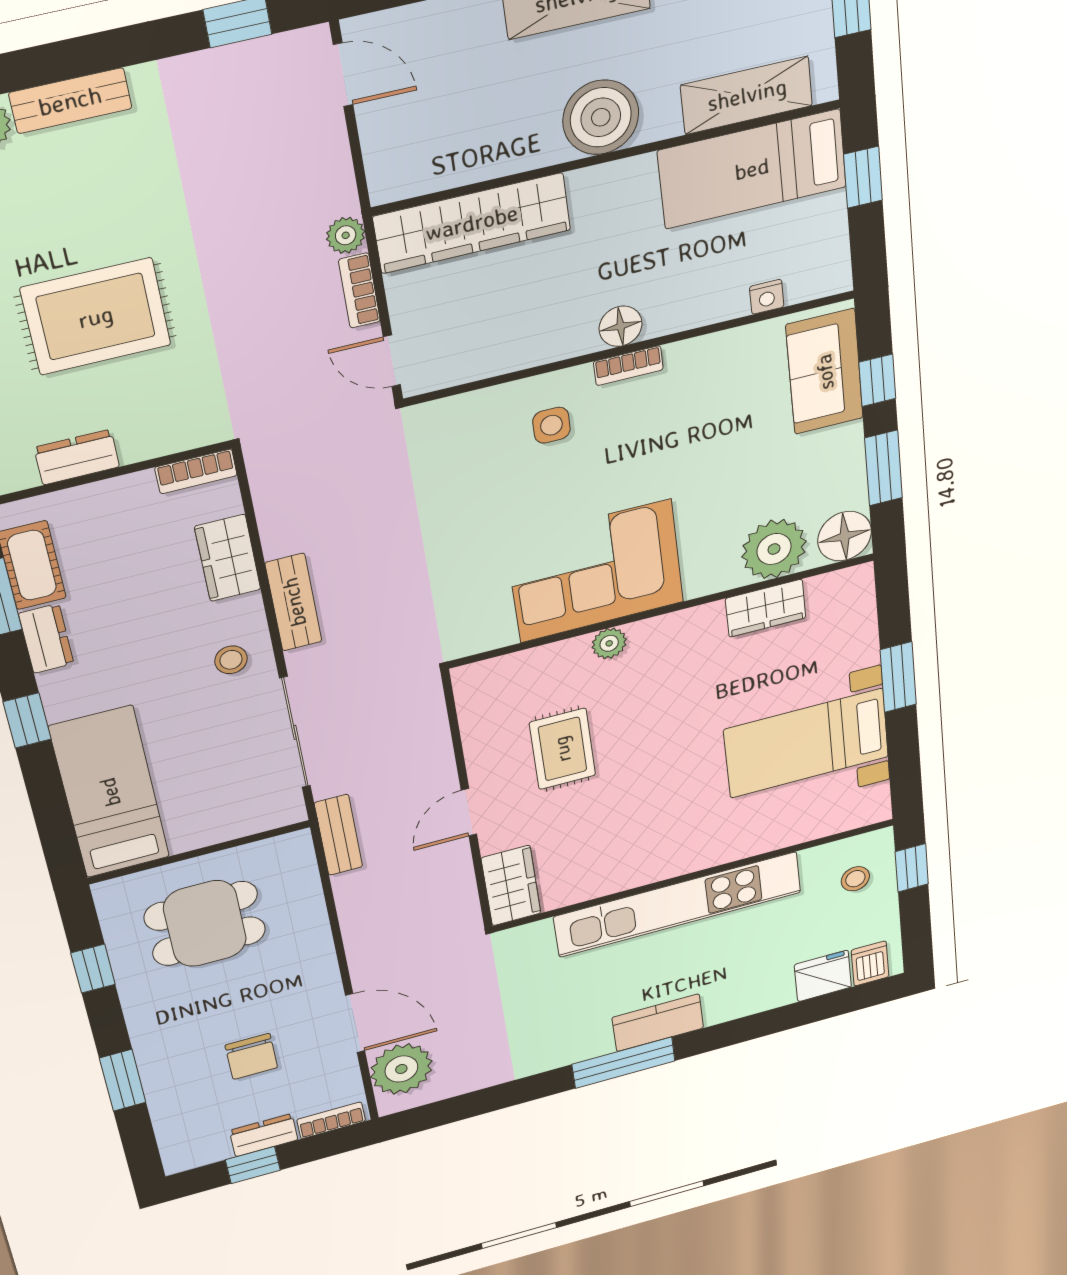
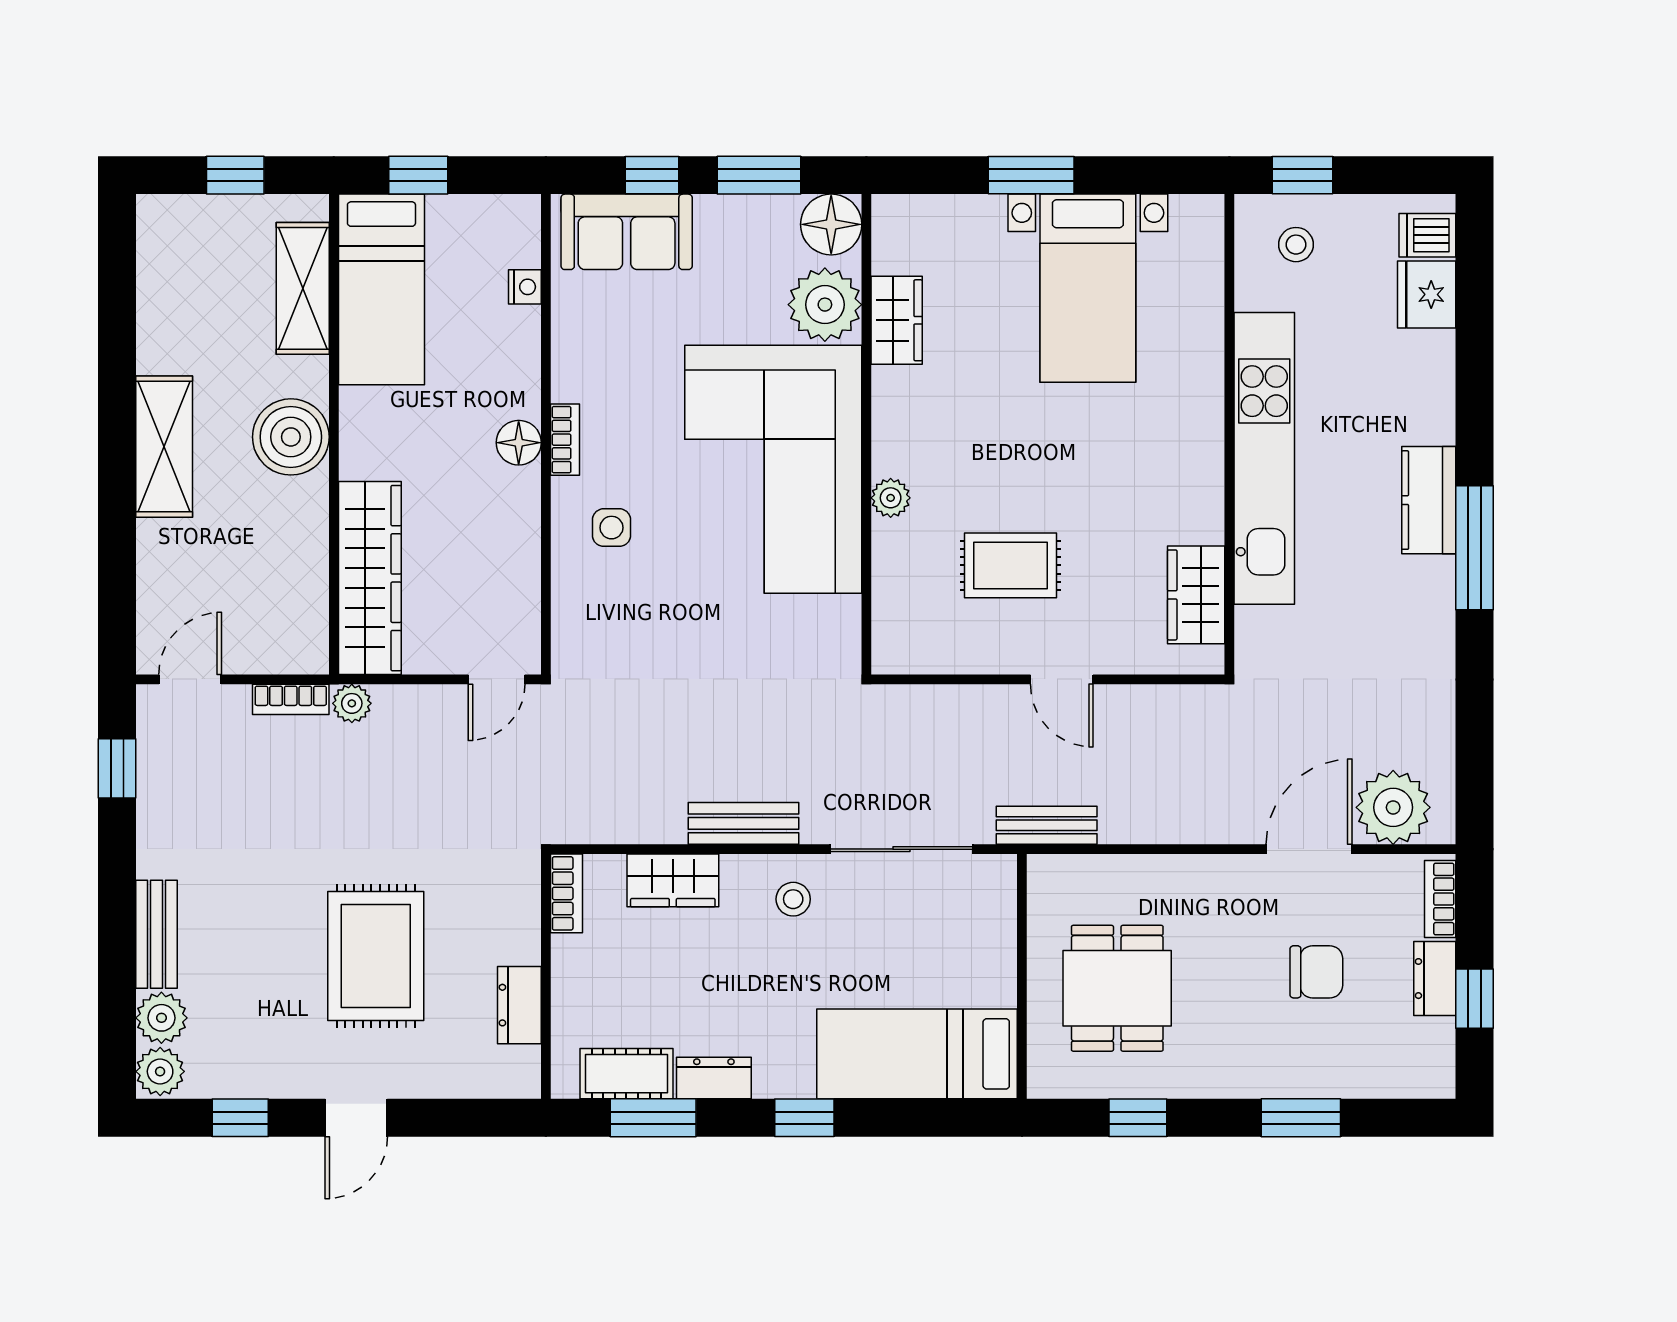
bookcase: (359, 291) -> (291, 699), moved
corner sofa: (595, 571) -> (773, 469), width x1.36, depth x1.36
wardrobe: (511, 886) -> (1196, 595), moved, turned -90

